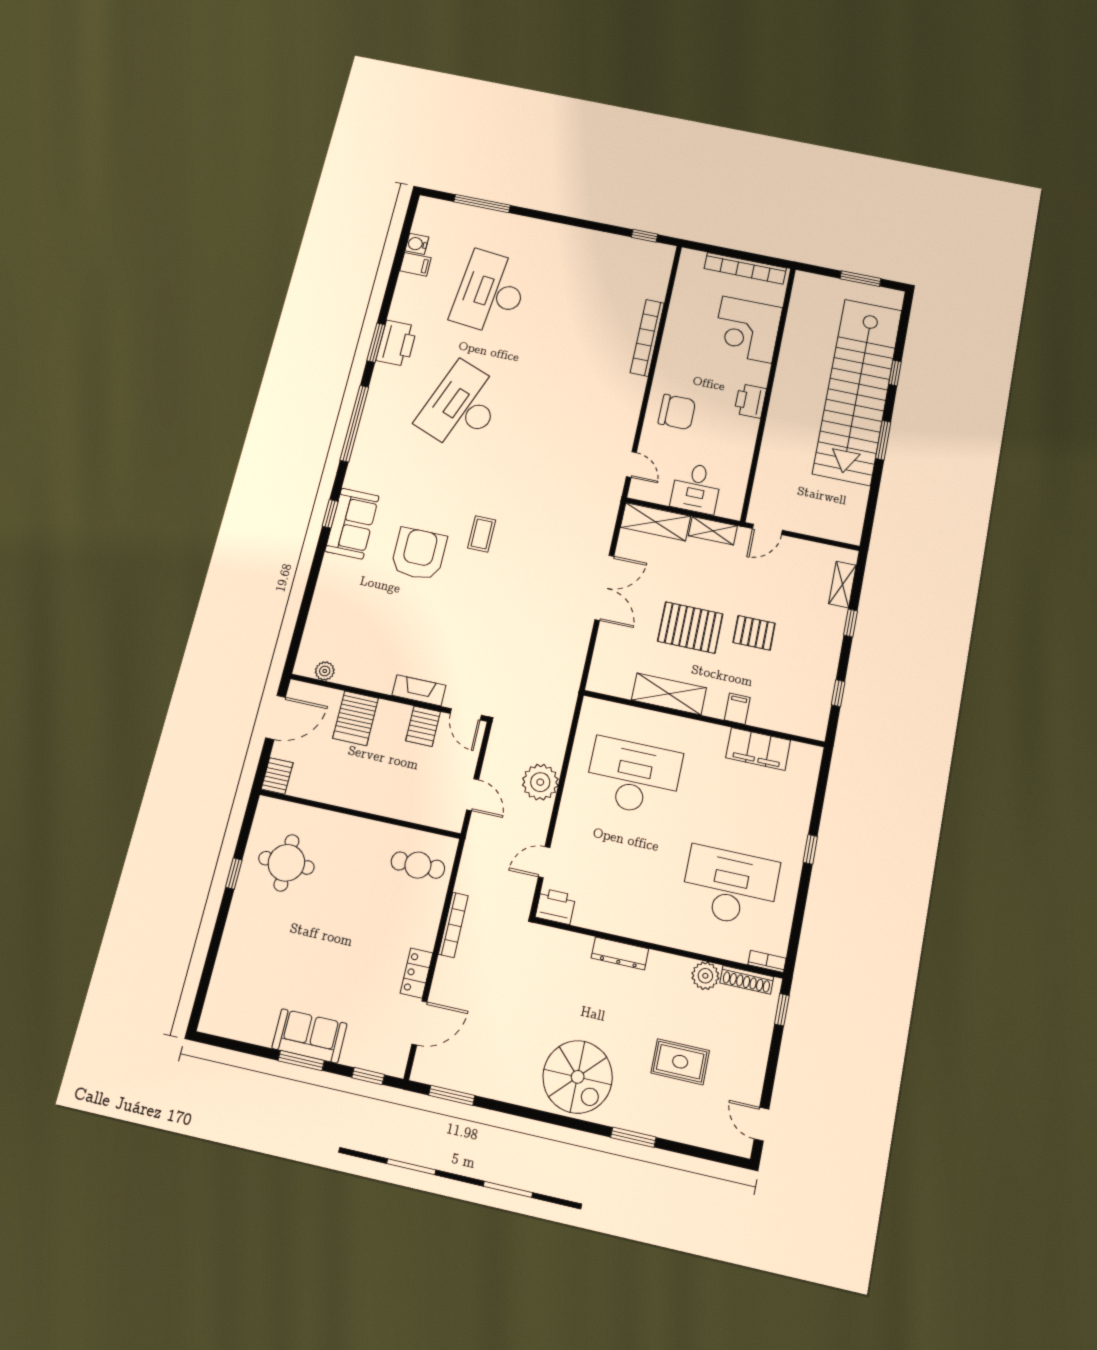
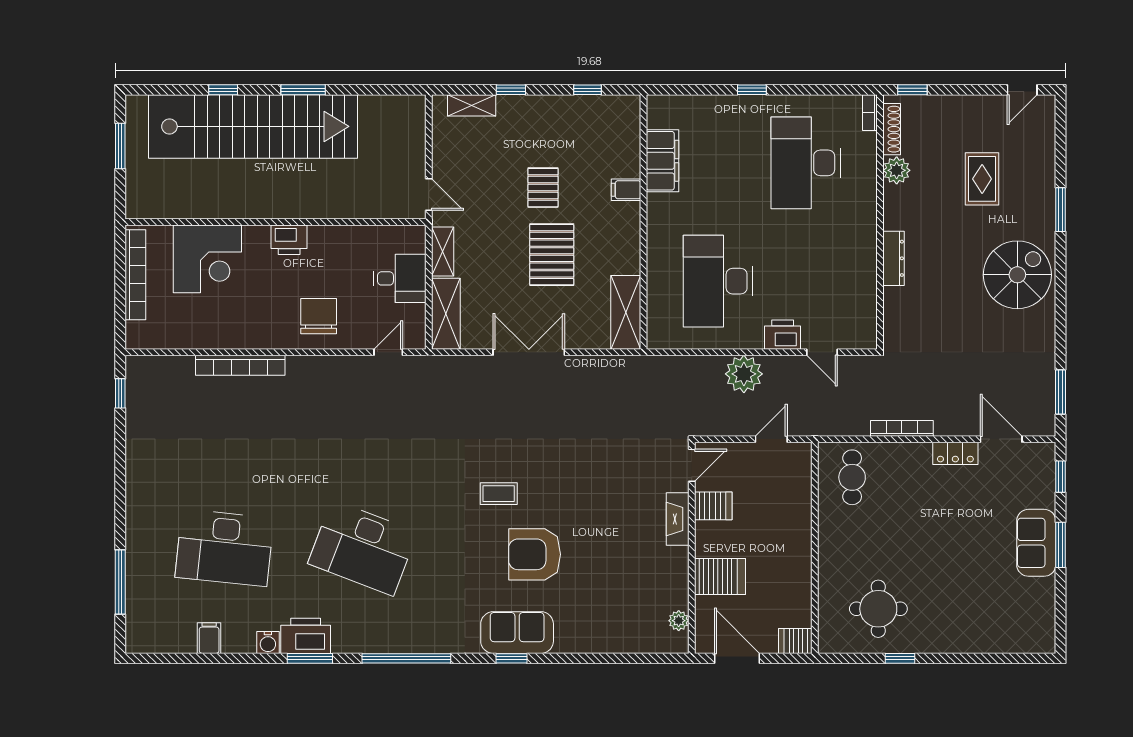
water cooler: (417, 244) -> (268, 642), moved
shelving: (669, 694) -> (626, 312), moved
printer: (556, 906) -> (783, 335), moved, turned 90

